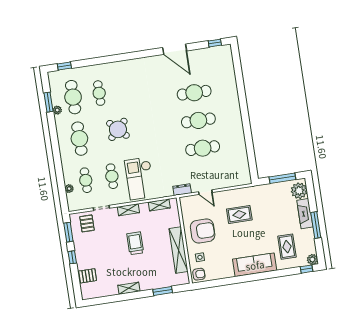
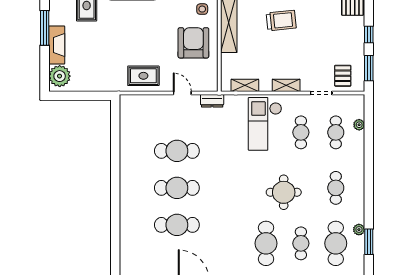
cafe table: (125, 89) -> (266, 243), added
round table: (118, 129) -> (284, 192), turned 45
cafe table: (79, 139) -> (336, 188), width x0.73, depth x0.74
checkout: (140, 178) -> (265, 124), turned 180
window: (282, 178) -> (79, 96), removed
rug: (239, 214) -> (143, 76), moved
armchair: (203, 231) -> (193, 43), turned 90
trolley: (135, 243) -> (281, 21), moved, turned -96

